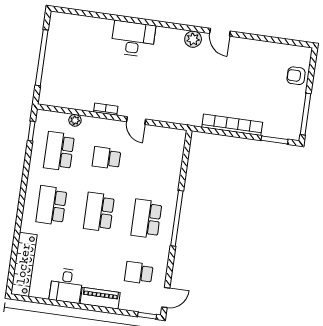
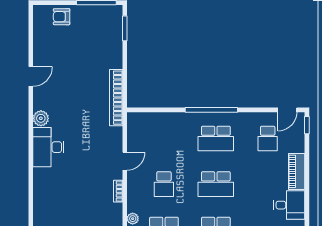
door: (220, 32) -> (31, 76), moved
desk: (133, 39) -> (48, 147), moved
armchair: (296, 76) -> (62, 17), turned 90
bookcase: (232, 125) -> (116, 98), moved
door: (166, 297) -> (287, 110), swing flipped

